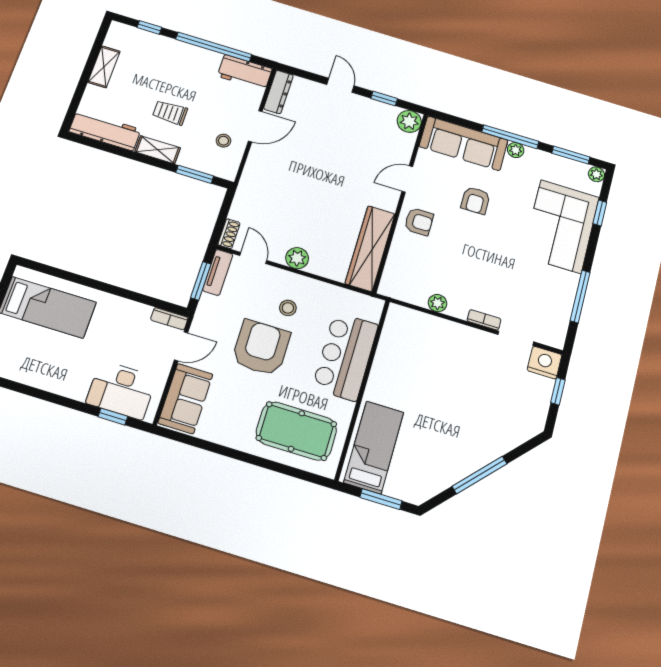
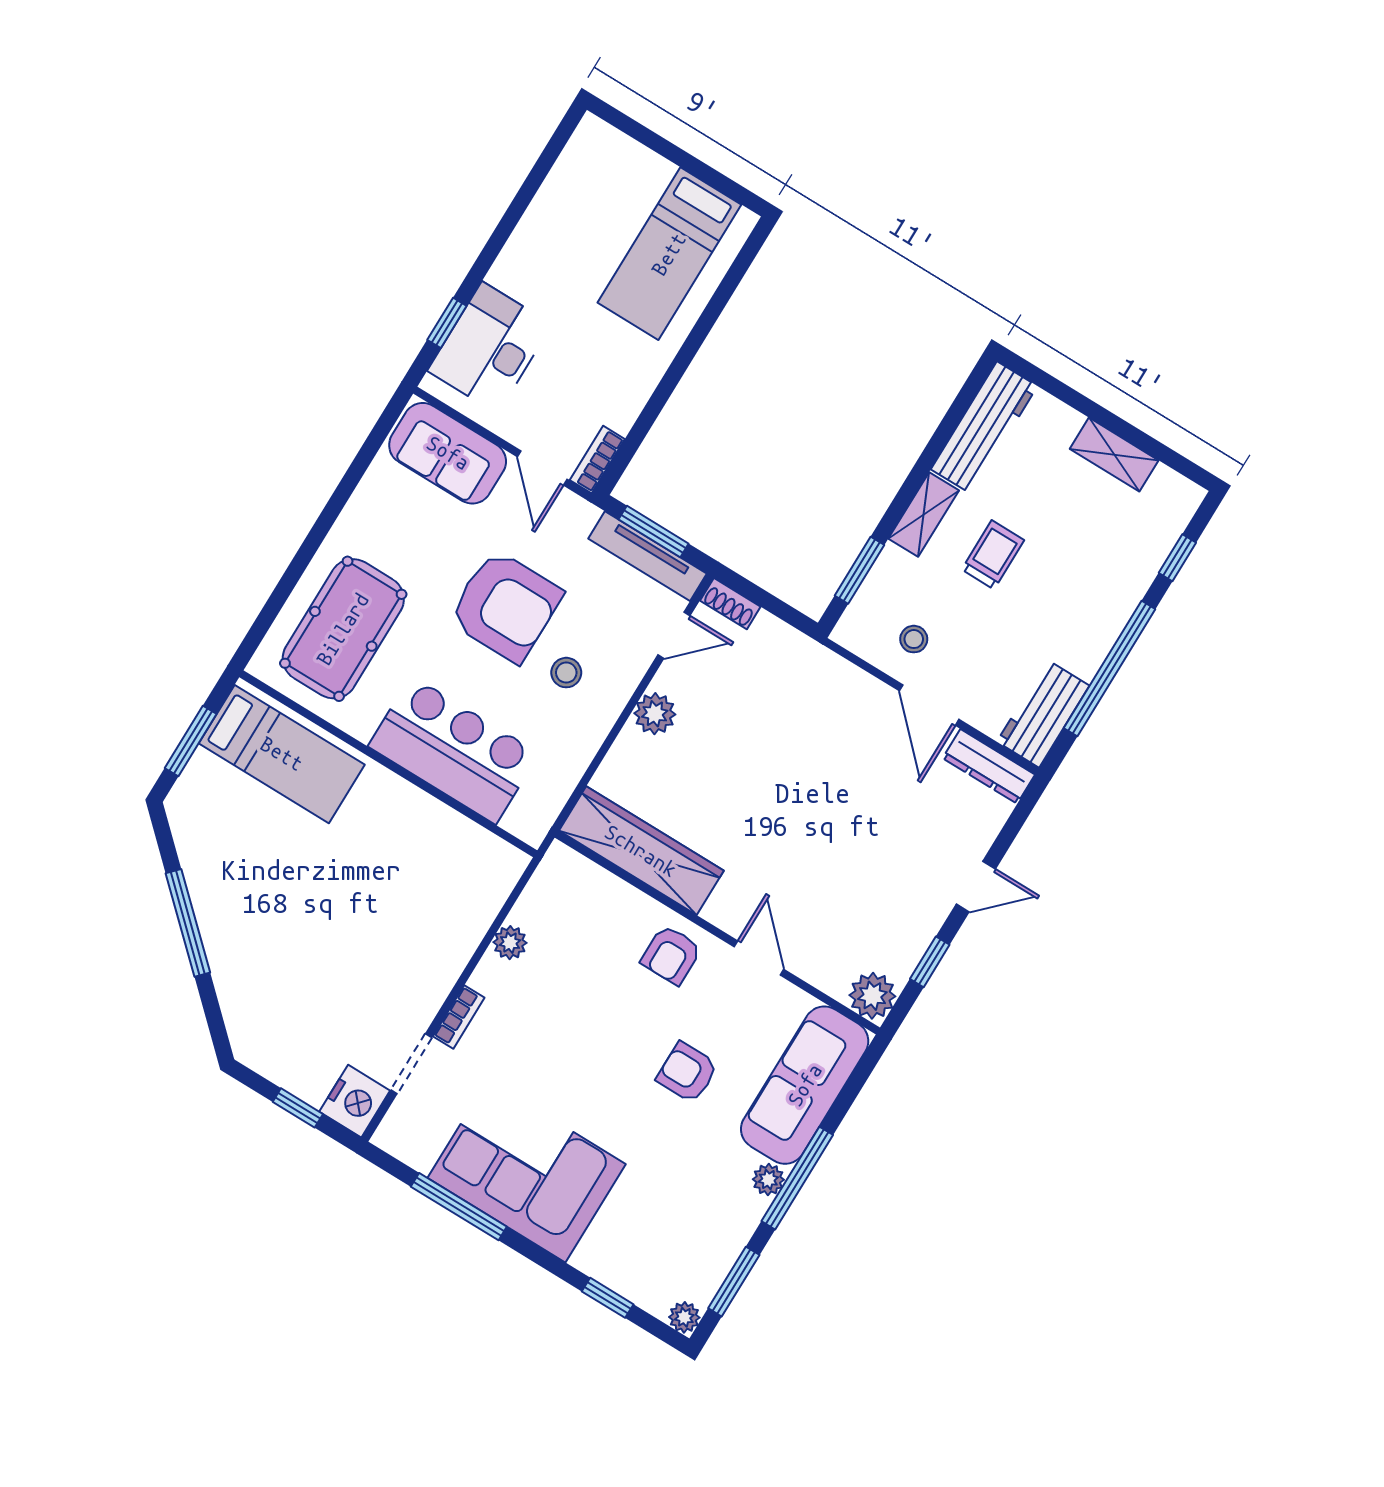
corner sofa: (561, 226) -> (527, 1171), moved
tv unit: (218, 272) -> (647, 556), width x1.41

